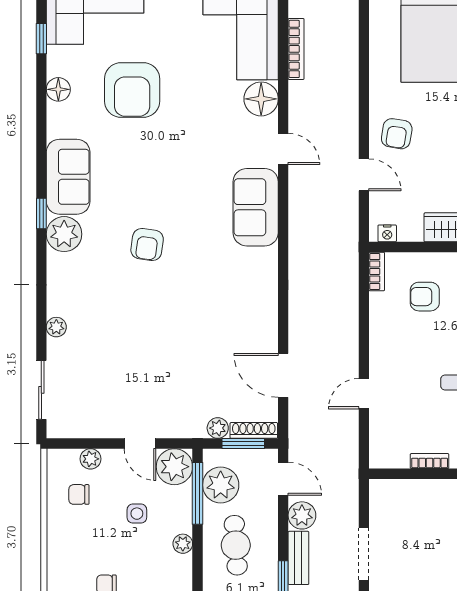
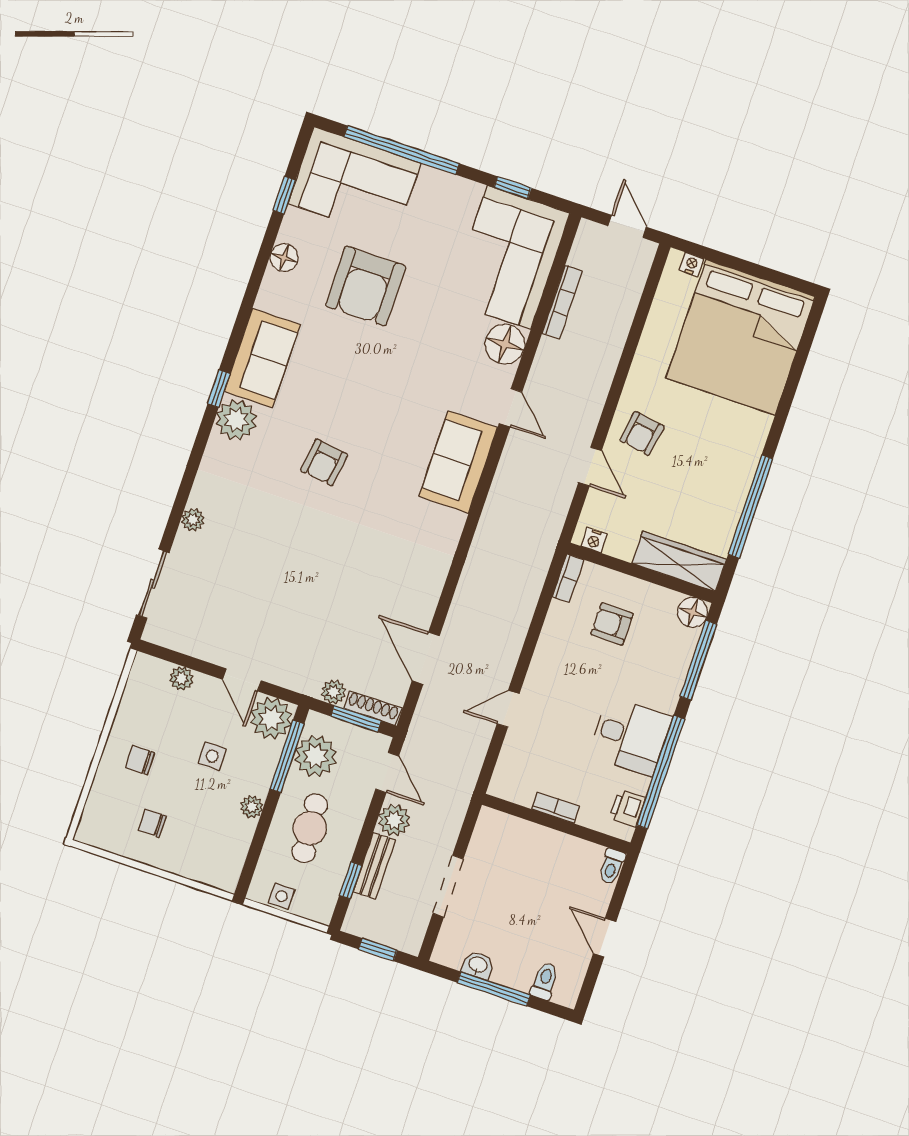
chair: (79, 494) -> (140, 760), moved

